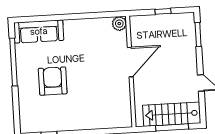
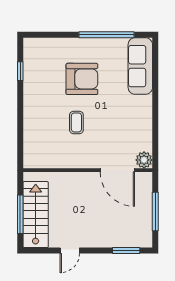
window: (163, 11) -> (155, 211), width x2.17
door: (130, 62) -> (117, 170), moved
coffee table: (90, 84) -> (76, 122), added

